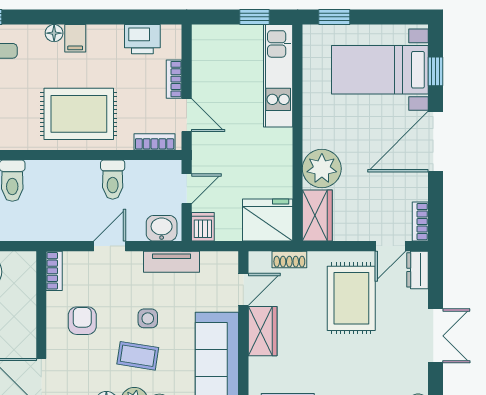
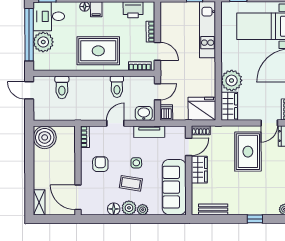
shoe rack: (289, 259) -> (201, 130), moved

